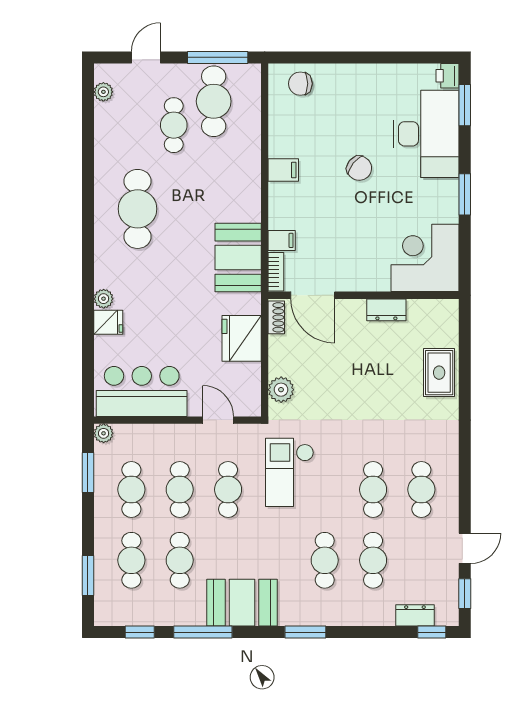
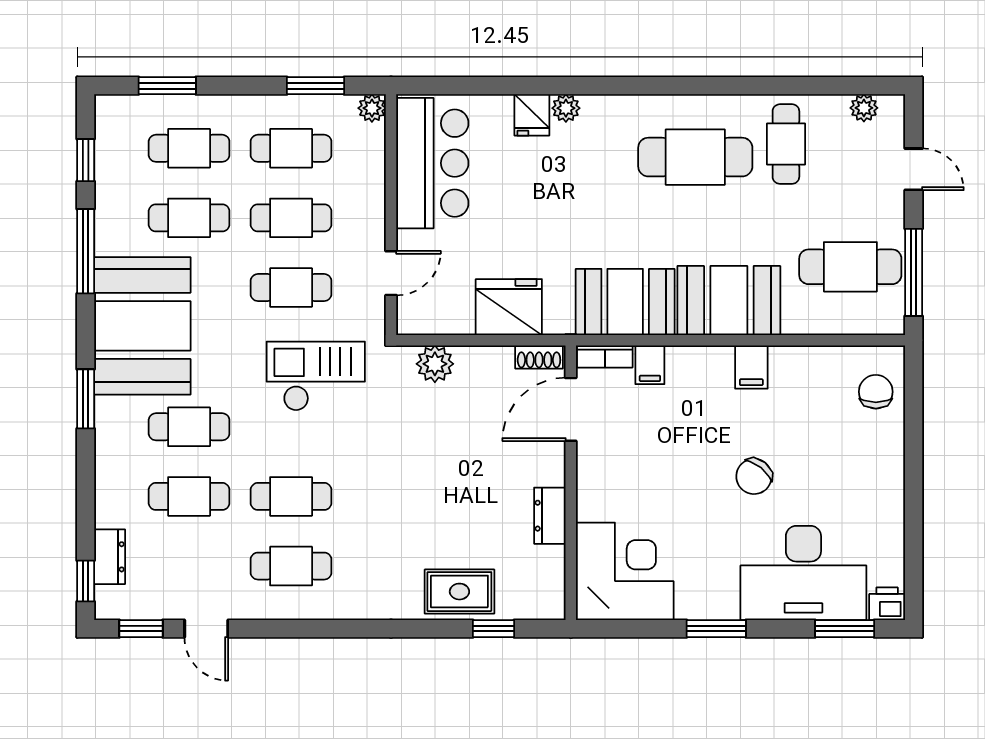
cafe table: (174, 125) -> (786, 144), moved, turned 90
booth: (237, 186) -> (729, 301), added
window: (465, 349) -> (494, 629), added
booth: (242, 603) -> (142, 326), width x1.36, depth x1.42

